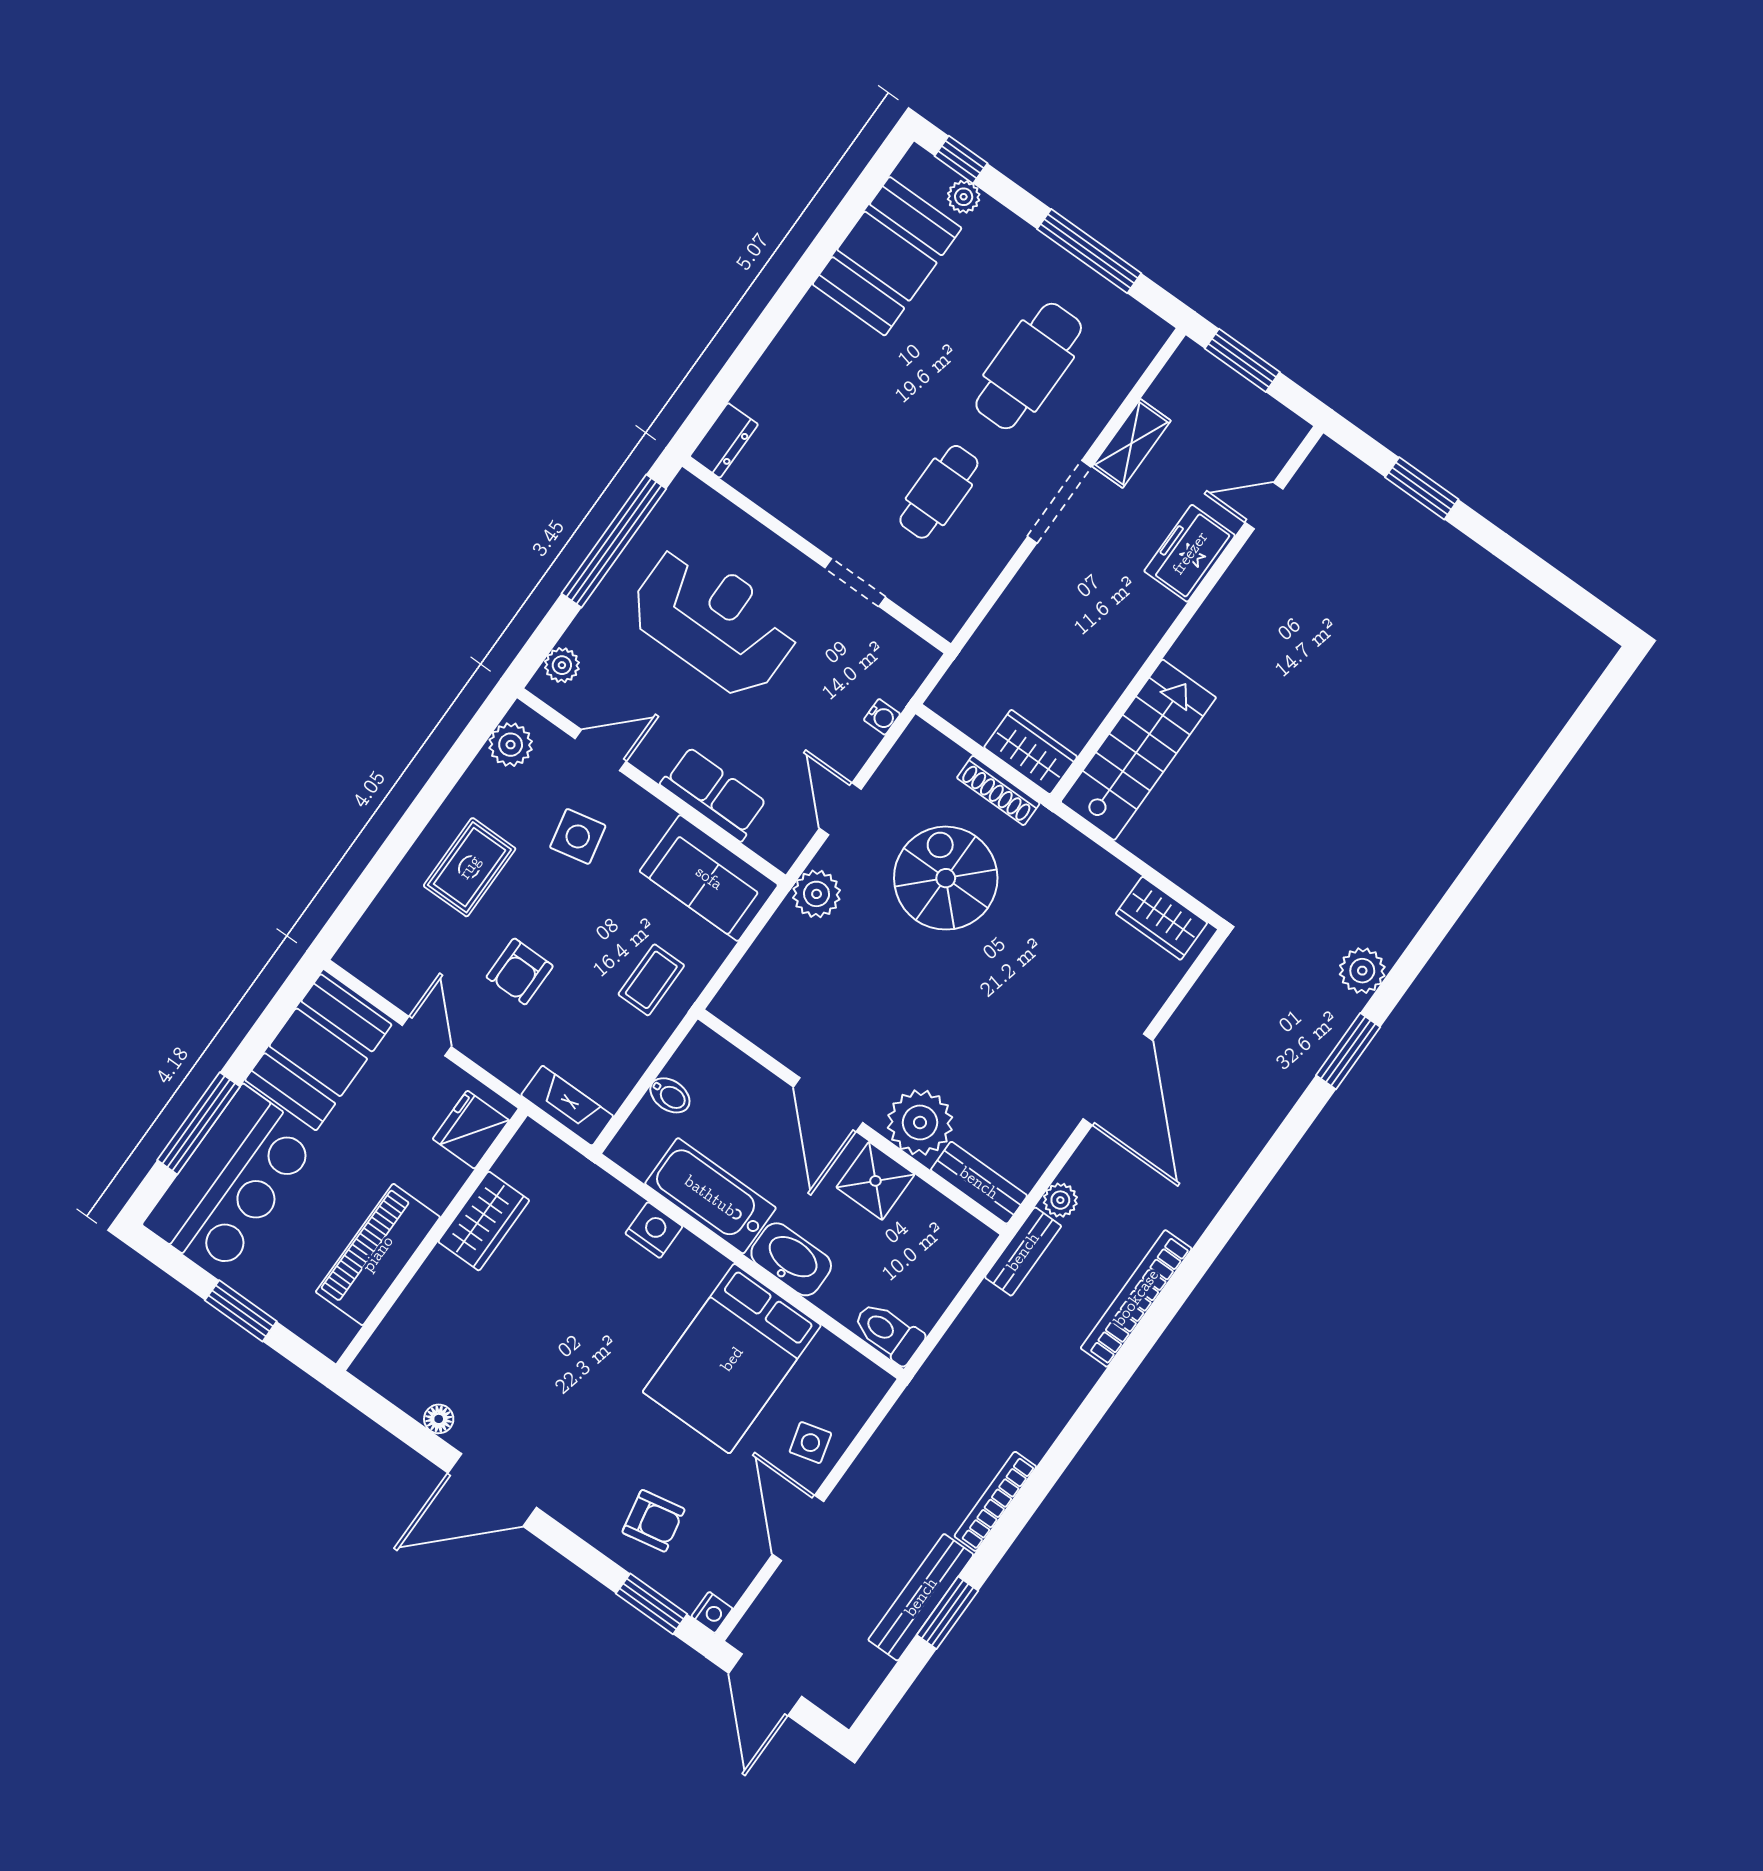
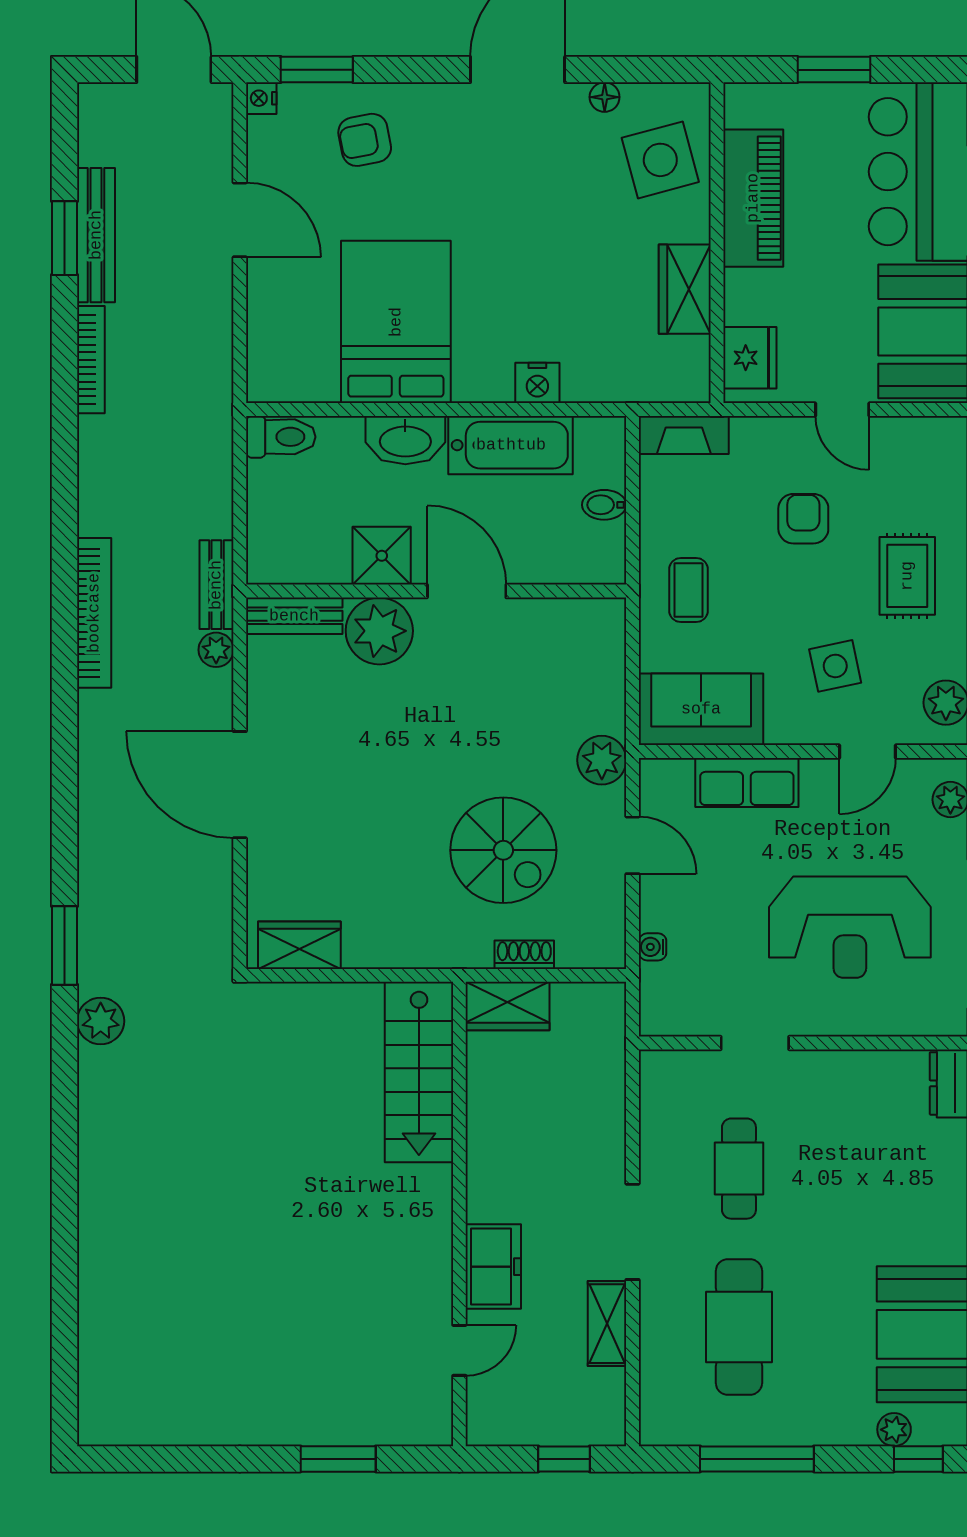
window: (1242, 360) -> (564, 1459), width x0.67
shoe rack: (998, 791) -> (524, 955), width x0.70
side table: (810, 1443) -> (660, 160), moved, width x1.87, depth x1.87

